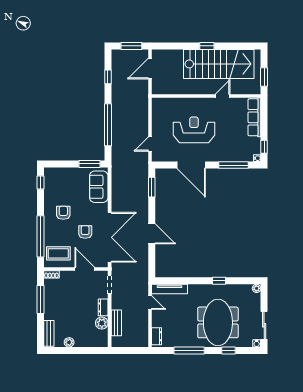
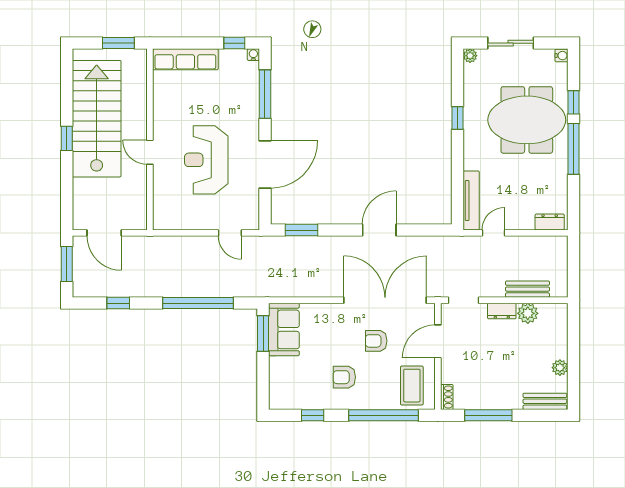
door: (222, 96) -> (150, 152), moved
window: (40, 183) -> (313, 415), moved
sofa: (99, 187) -> (284, 329), moved, turned -90
sliding door: (264, 325) -> (511, 43), moved
window: (189, 351) -> (573, 149), moved

